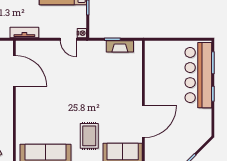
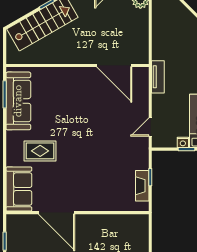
nightstand: (82, 33) -> (183, 142), moved
door: (14, 71) -> (114, 66), hinge flipped

